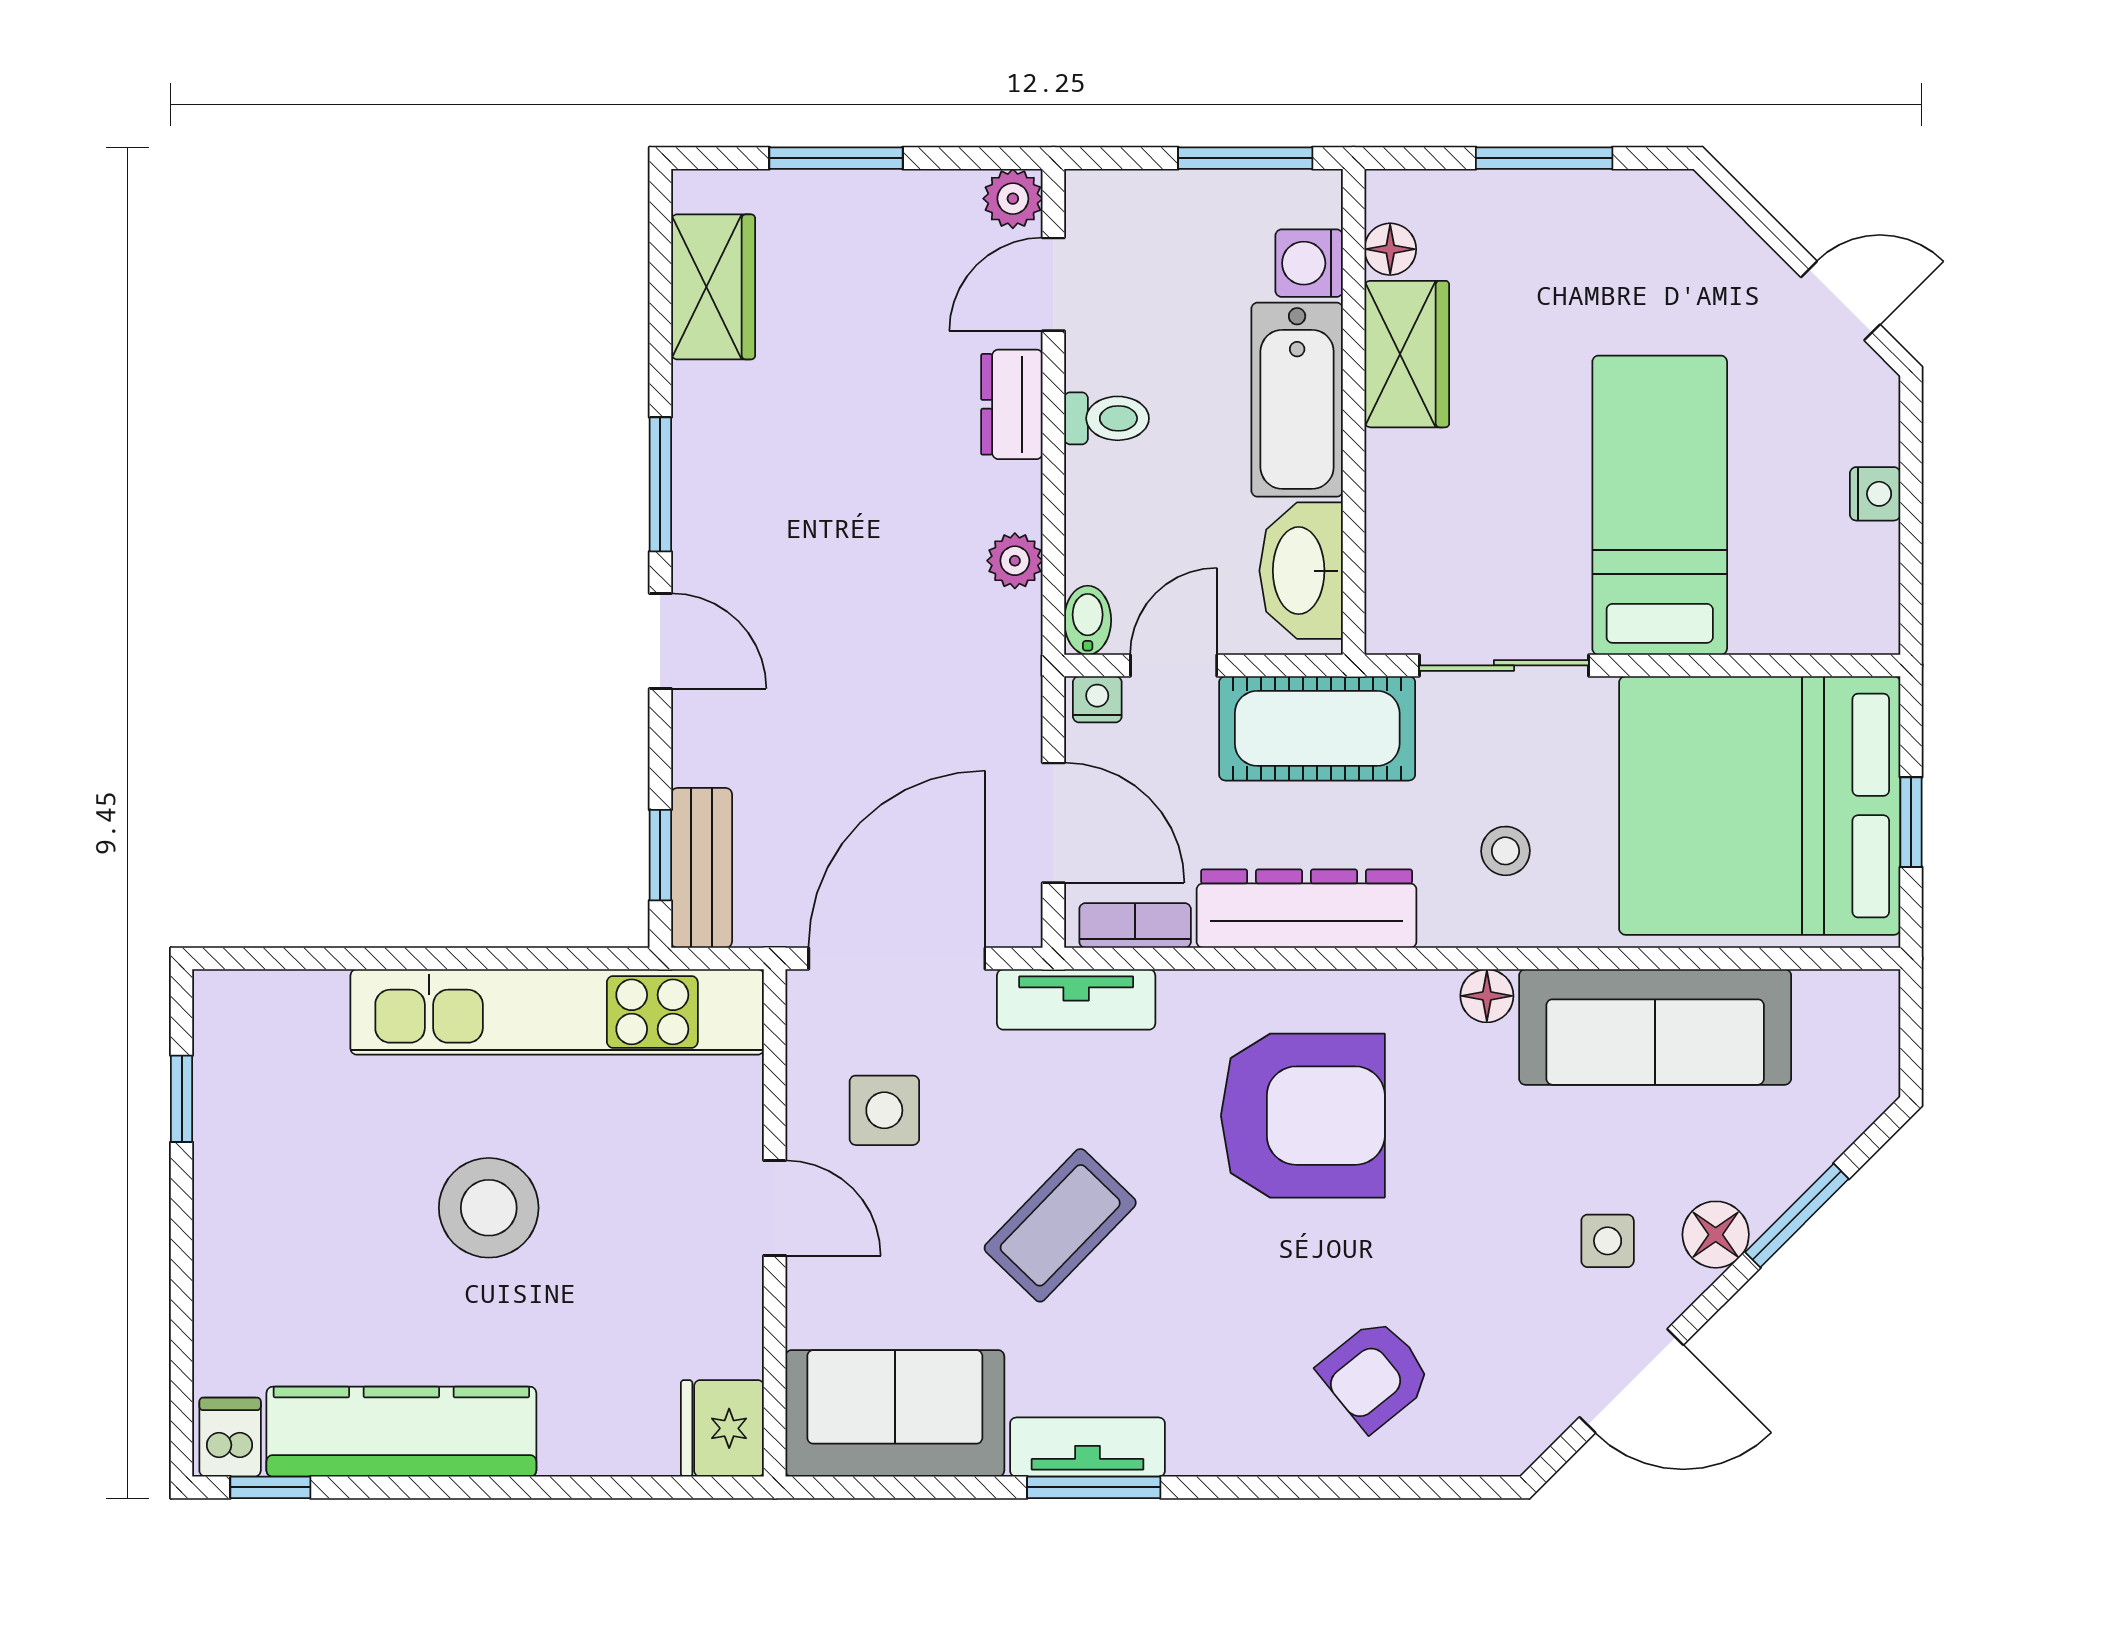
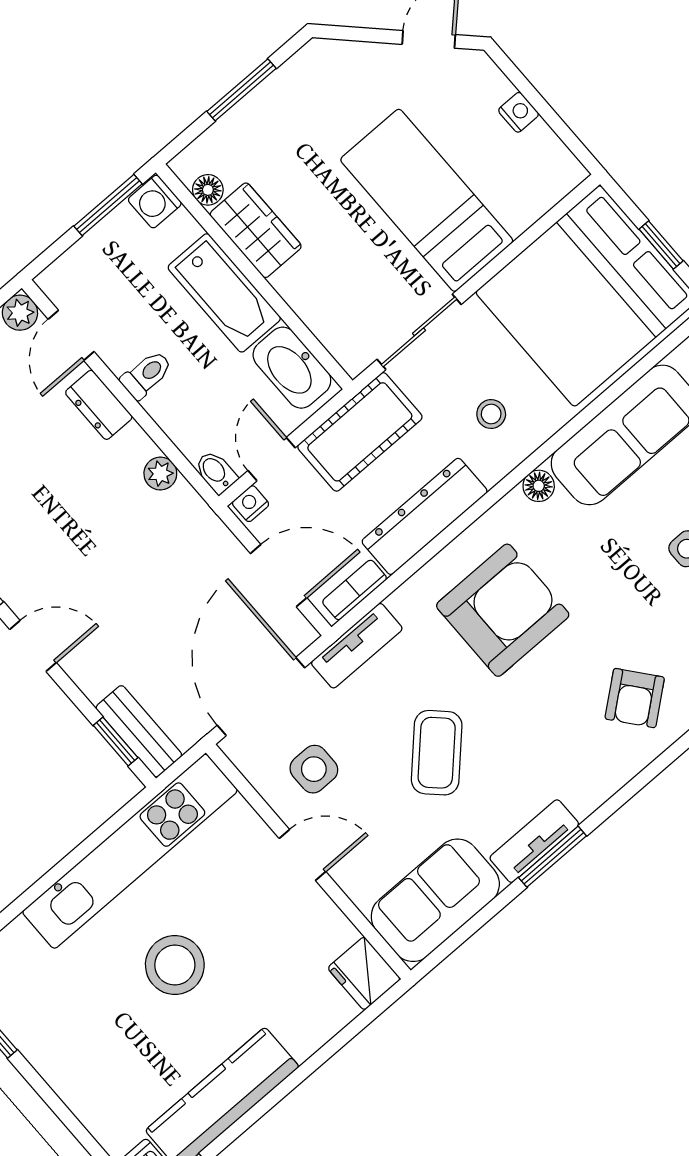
washing machine: (1309, 263) -> (155, 202), moved

